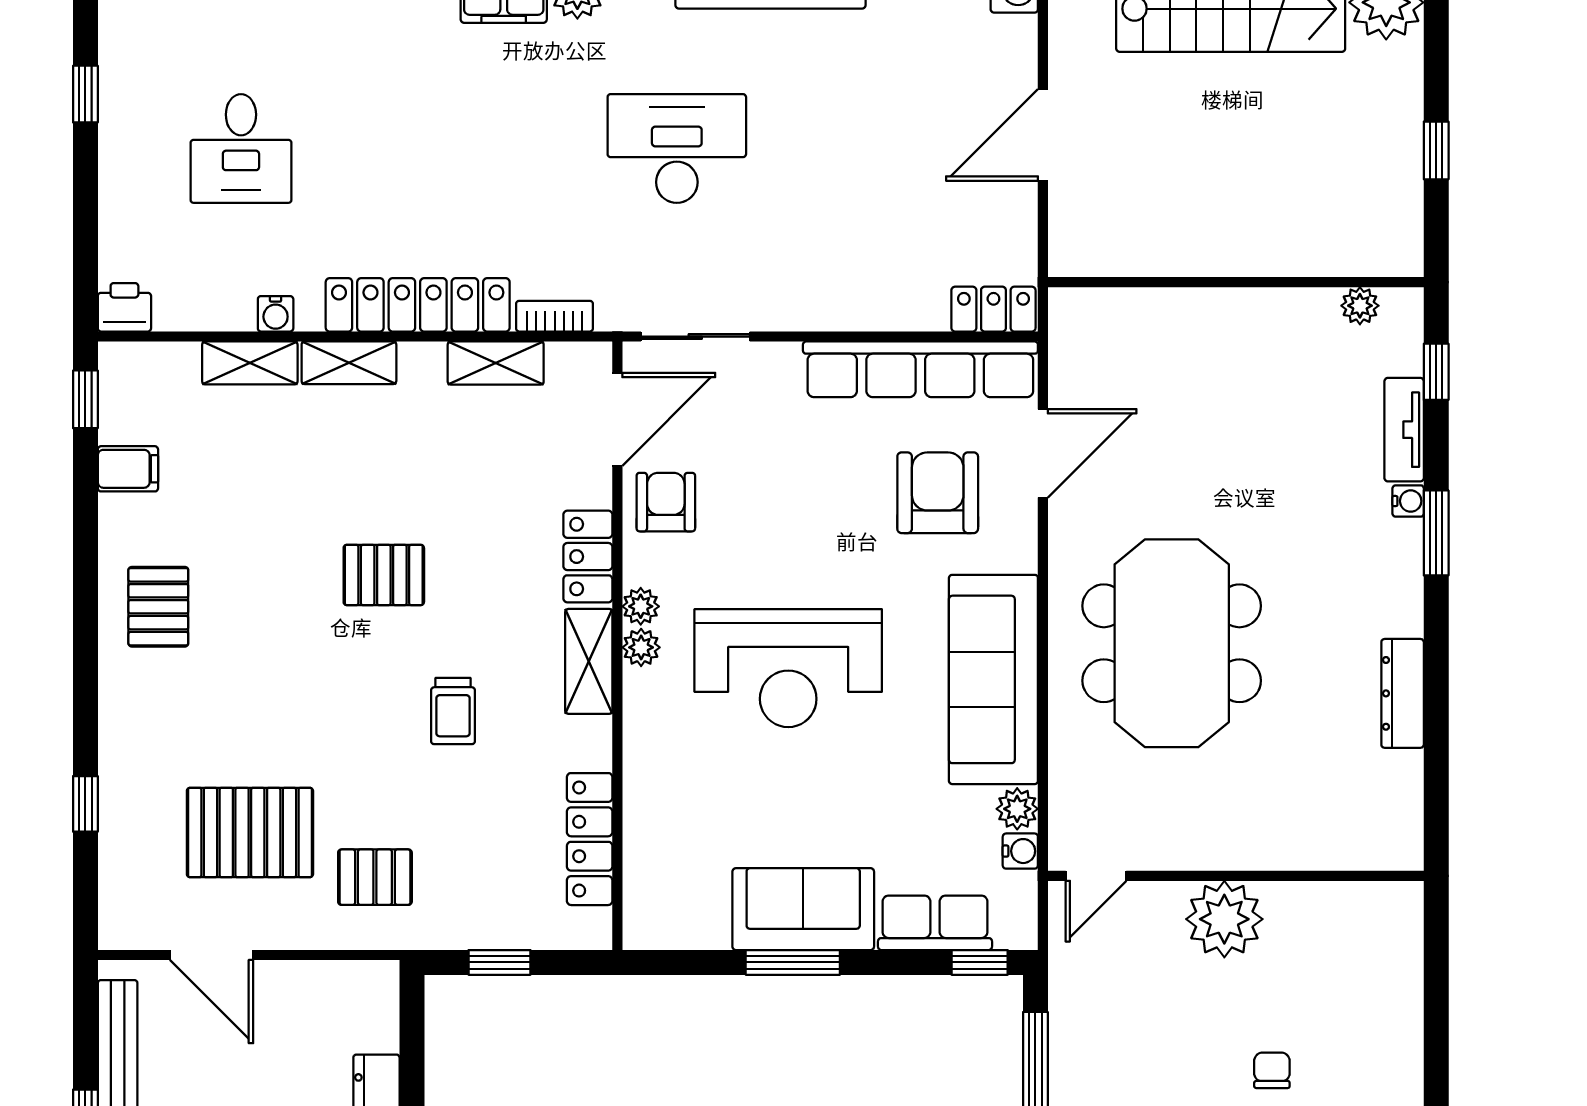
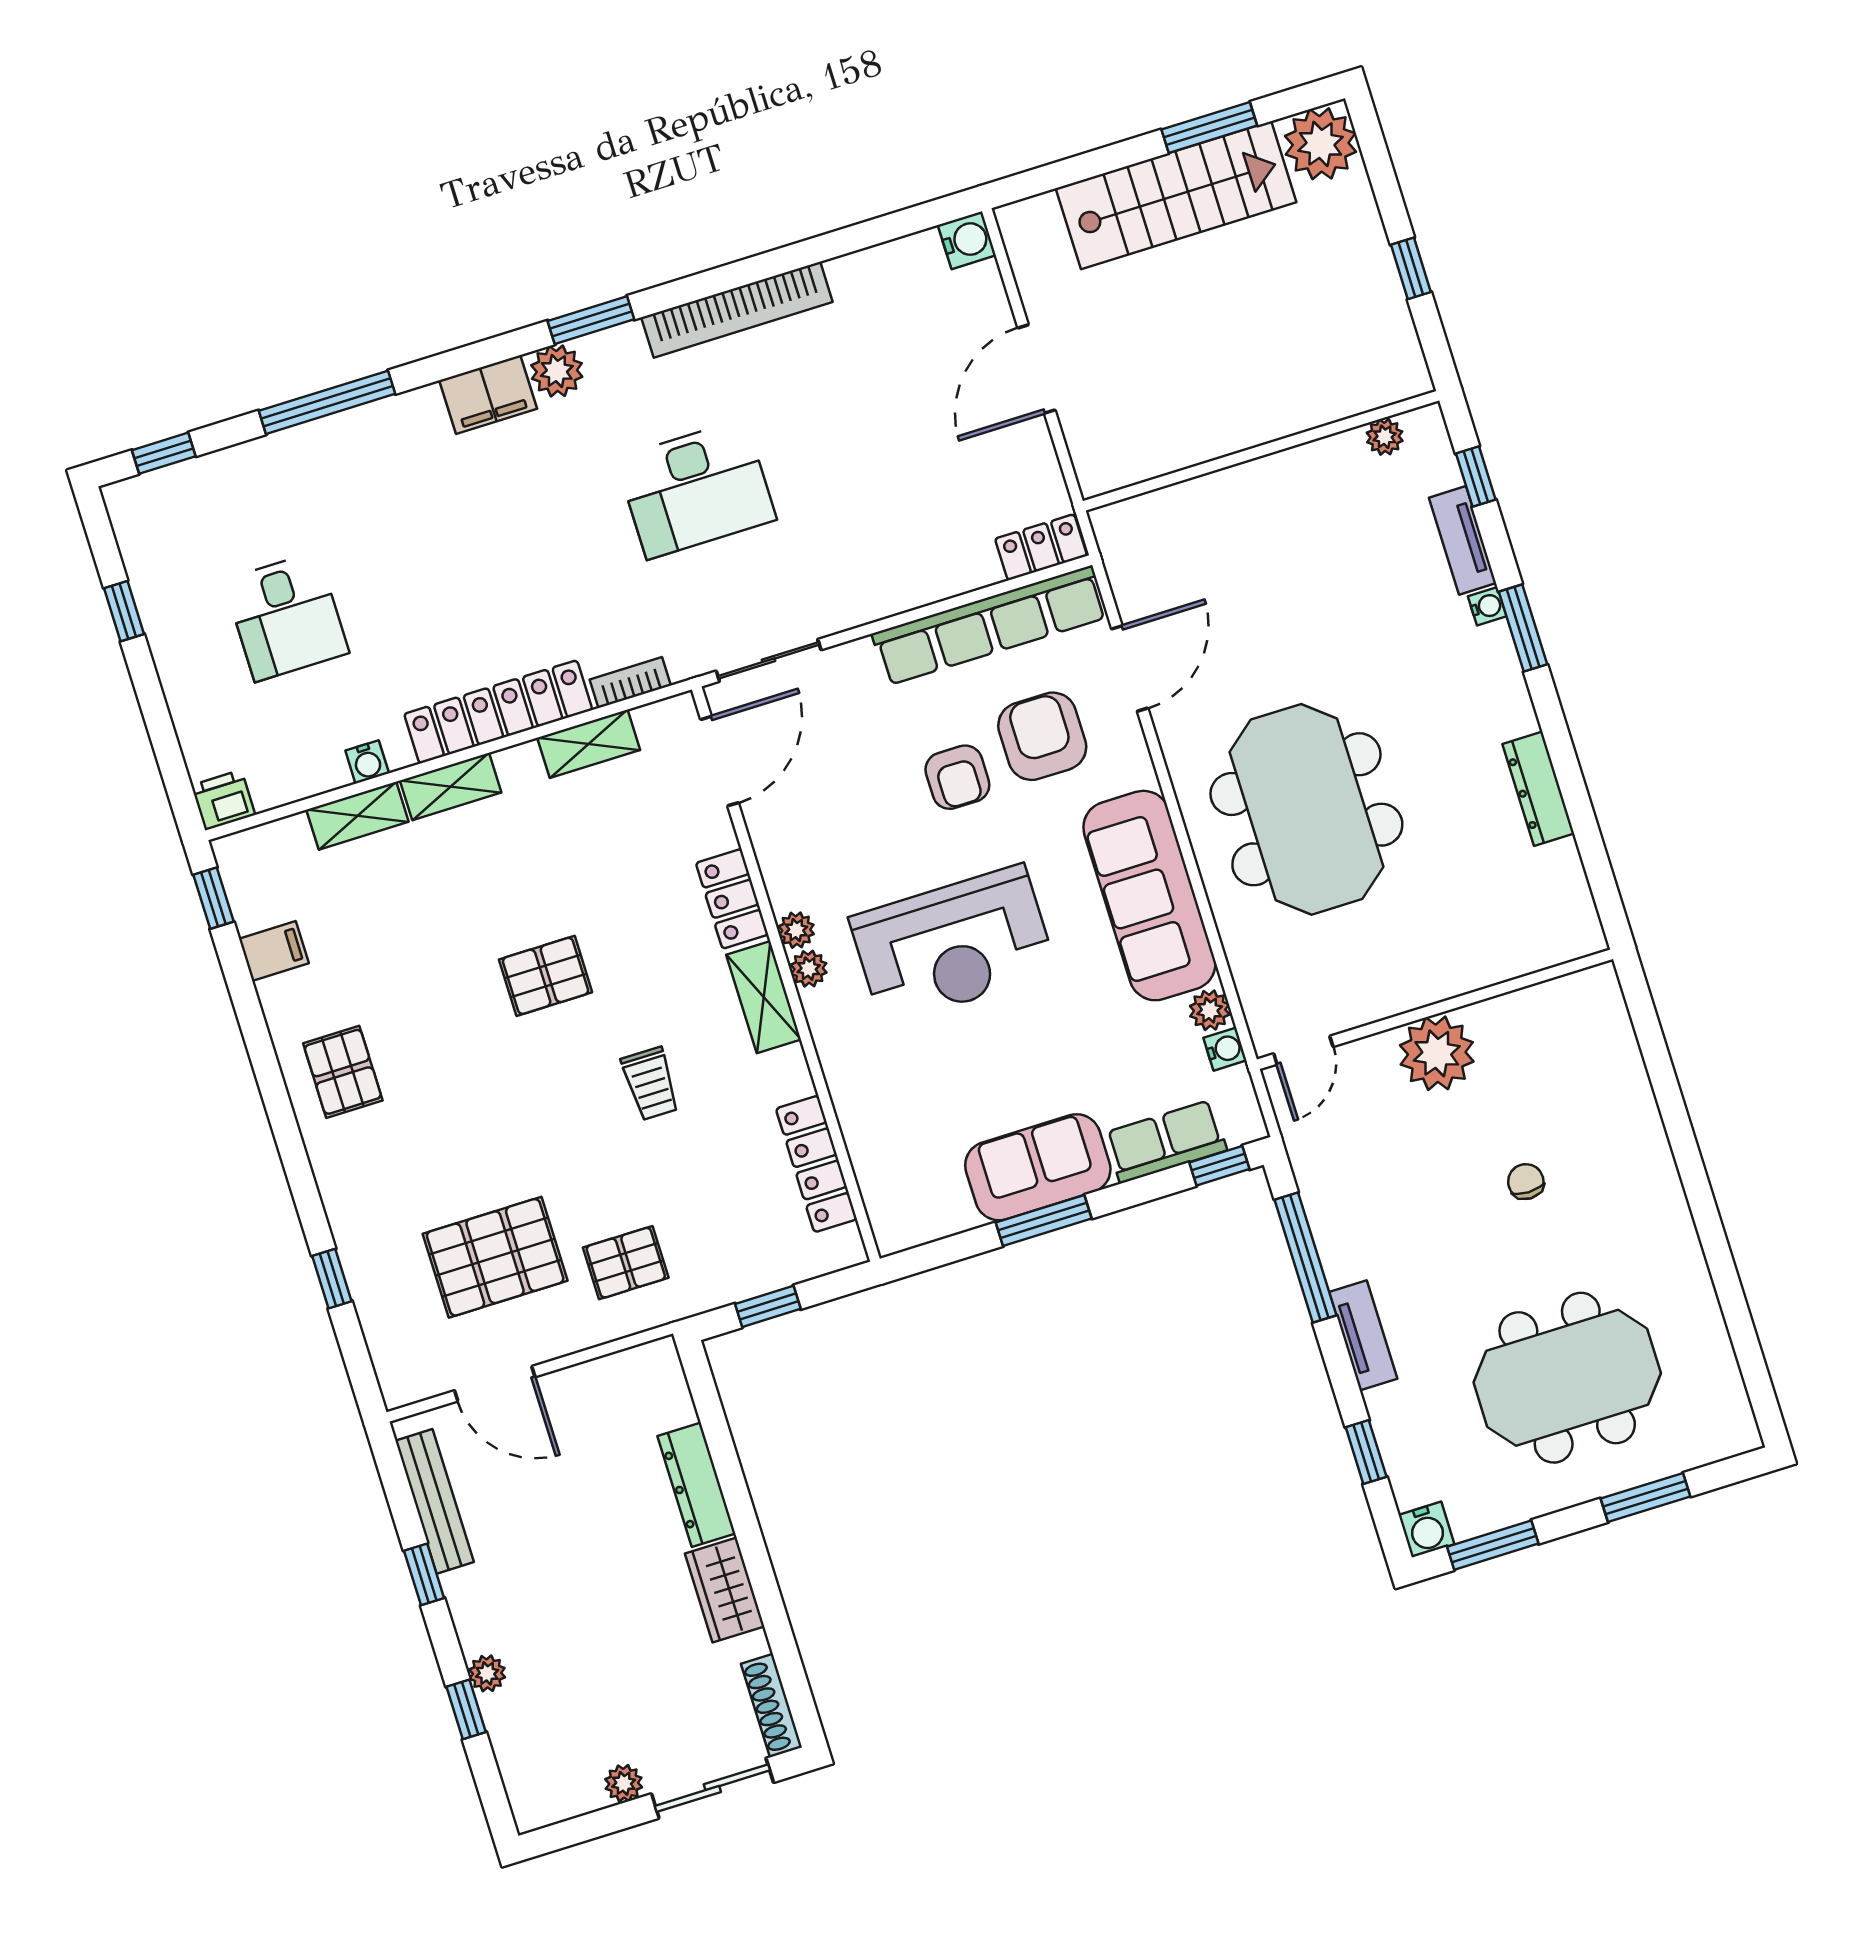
desk: (677, 148) -> (696, 489), turned 180
armchair: (666, 502) -> (957, 777), moved, turned 180

